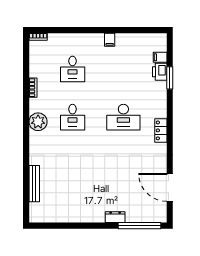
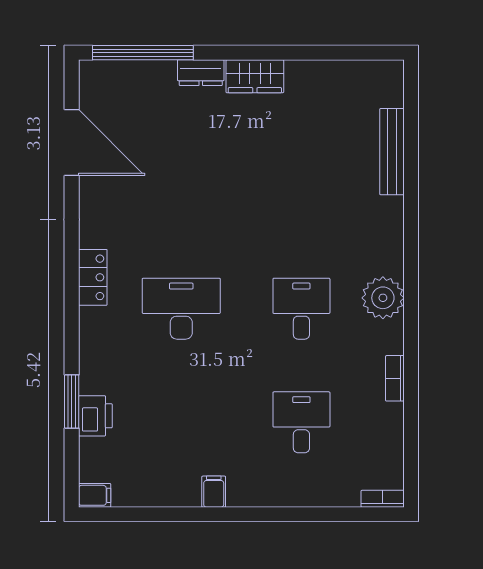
filing cabinet: (160, 57) -> (95, 495), moved
wardrobe: (92, 216) -> (255, 76), added

